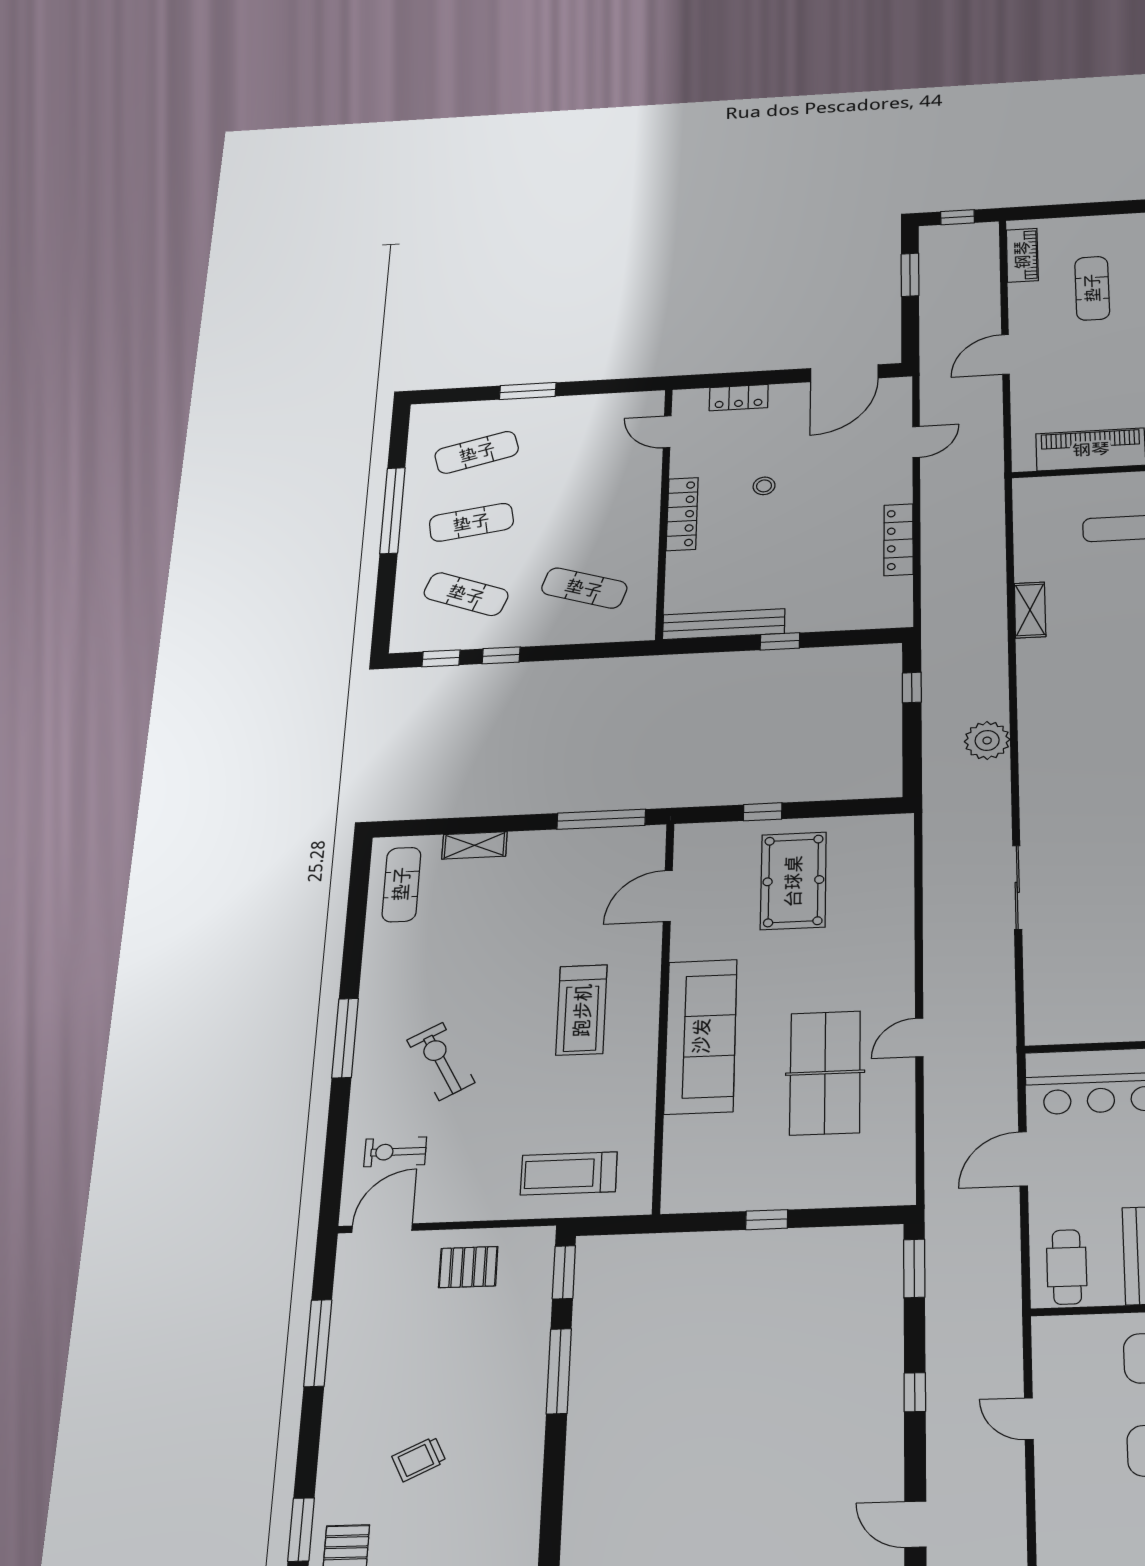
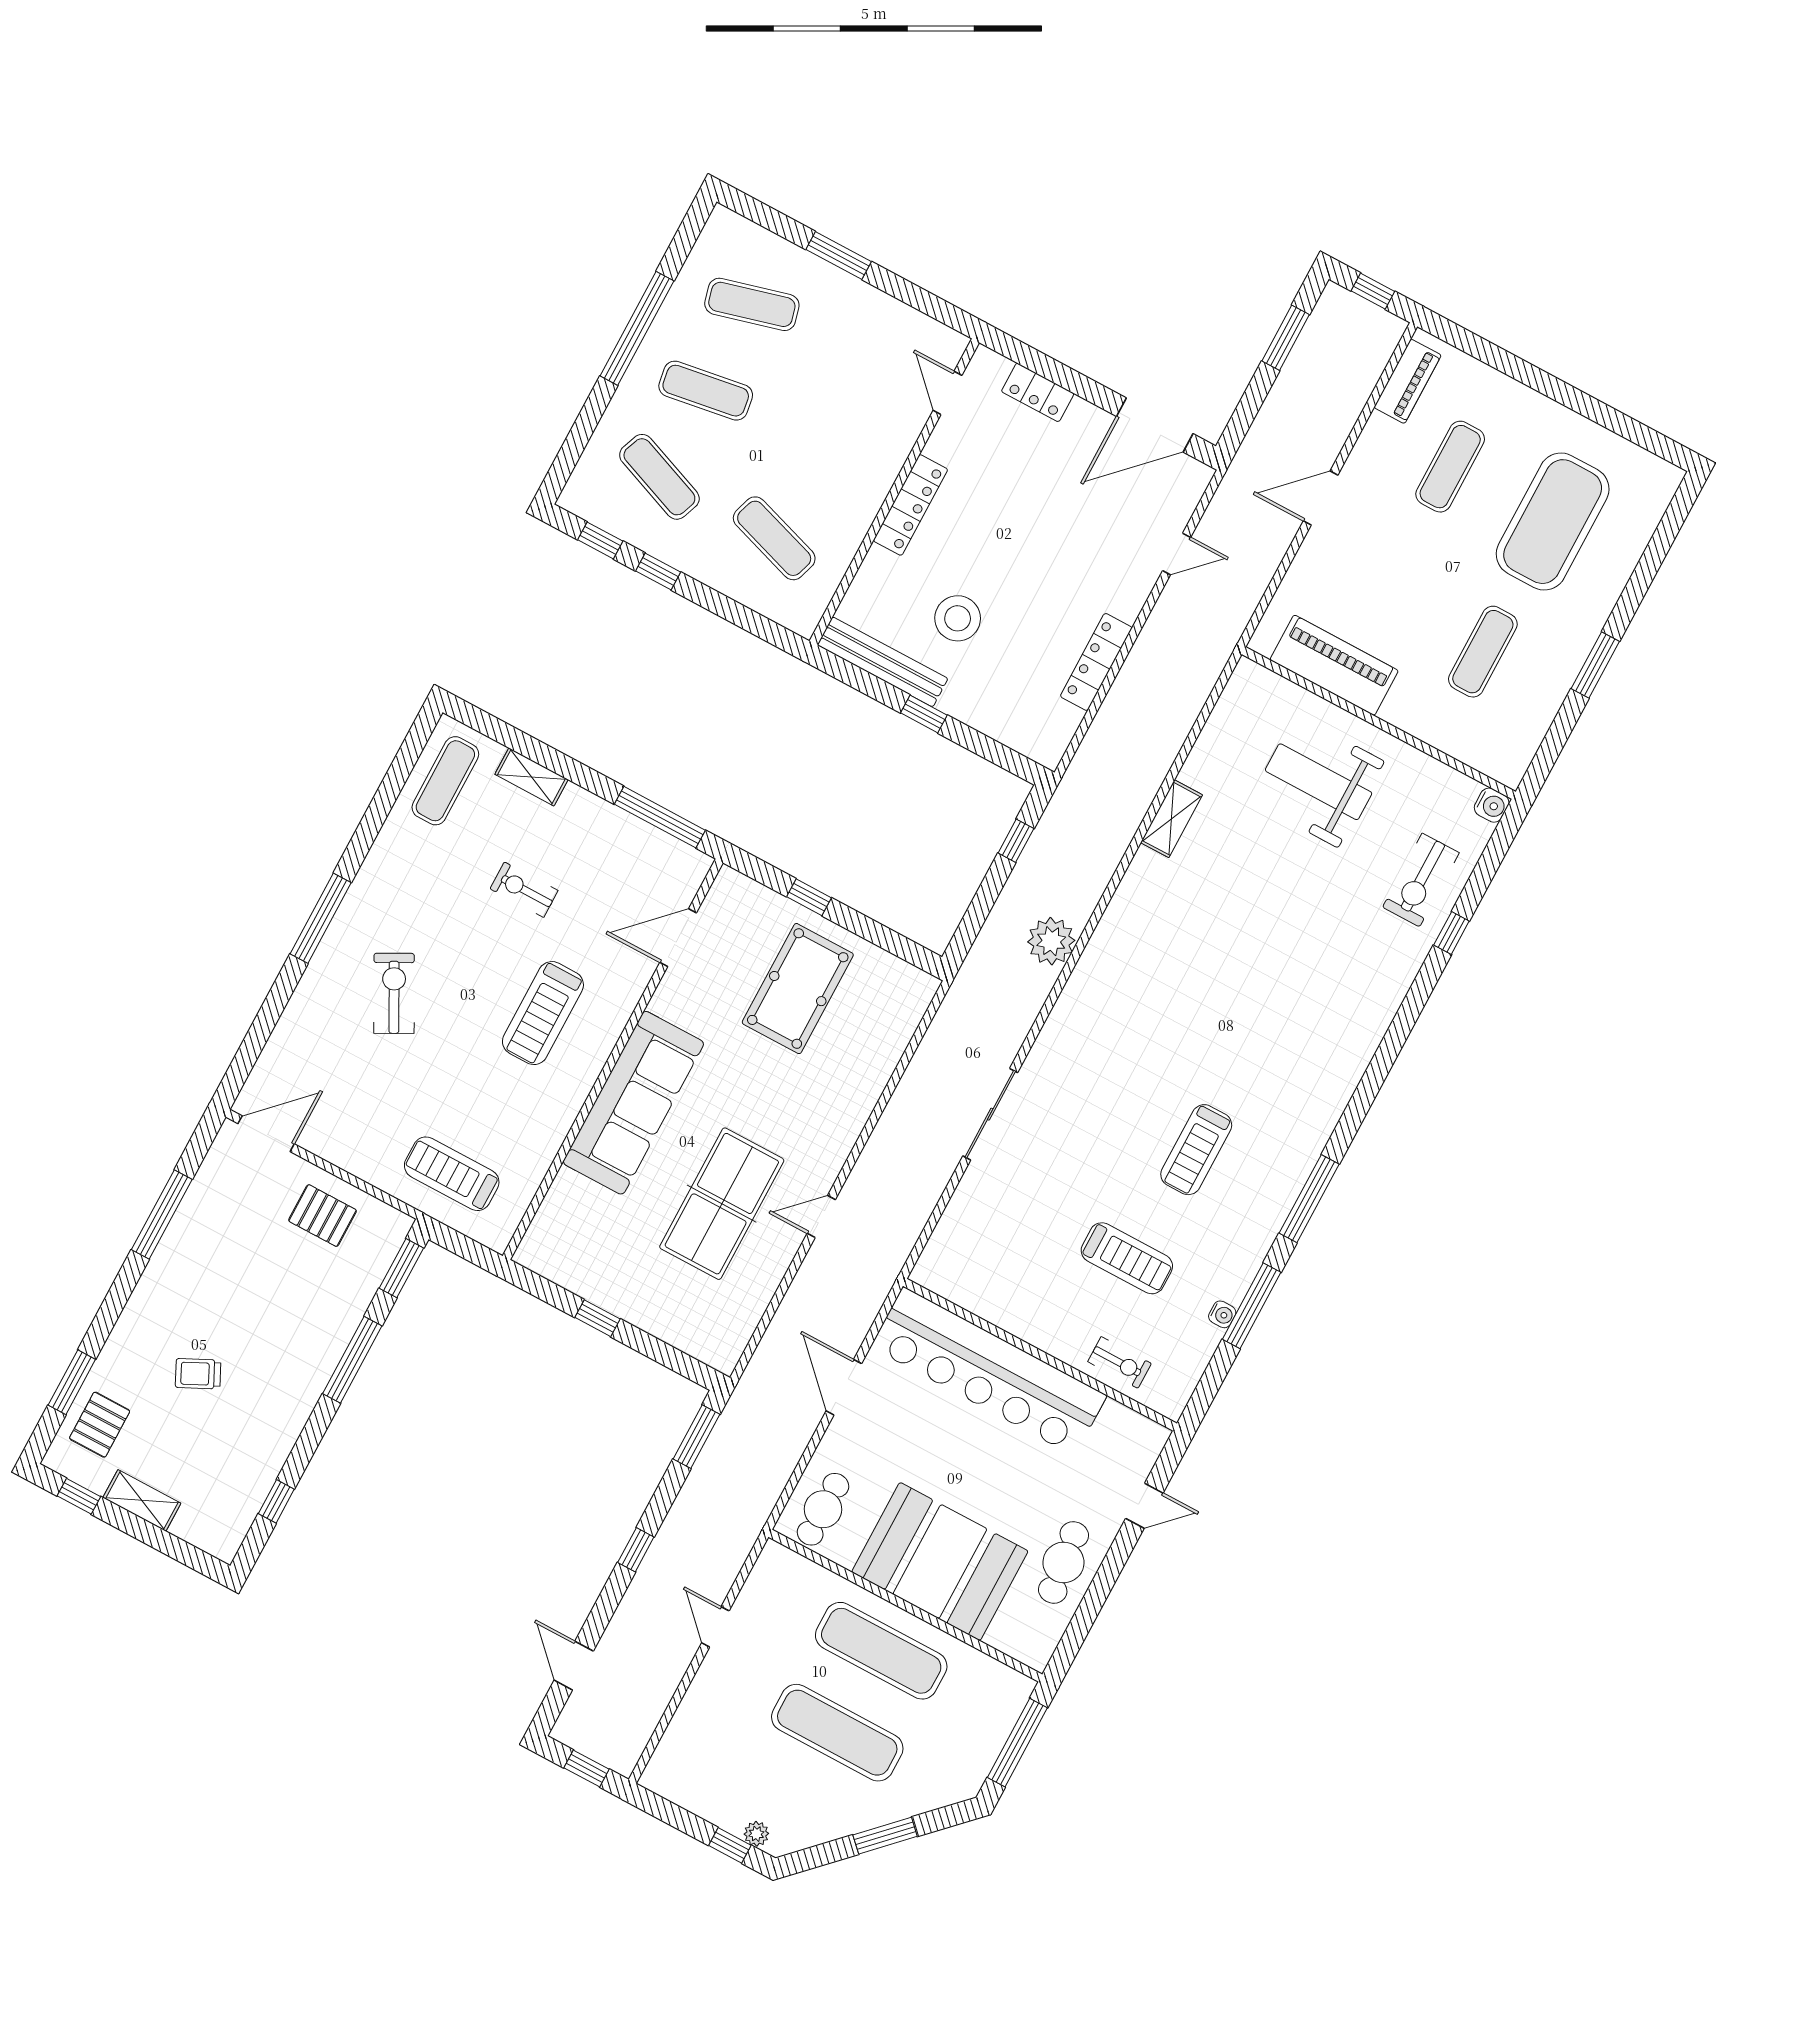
stool: (764, 486) -> (958, 618), moved, width x1.89, depth x1.89
exercise bike: (395, 1152) -> (524, 890), moved
door: (1023, 1159) -> (844, 1387), hinge flipped
window: (551, 1531) -> (276, 1501), added

